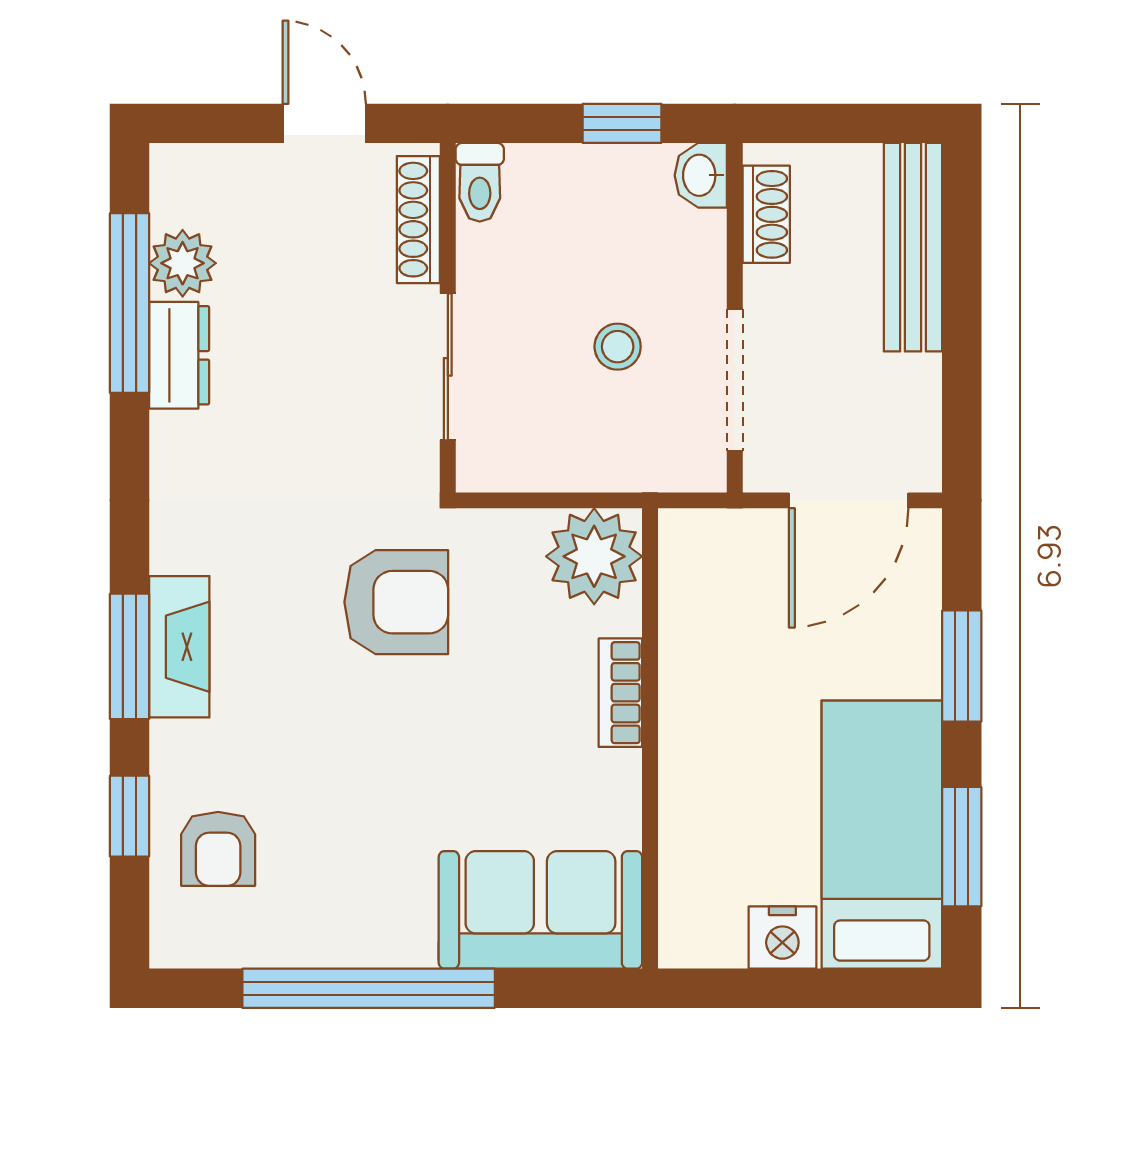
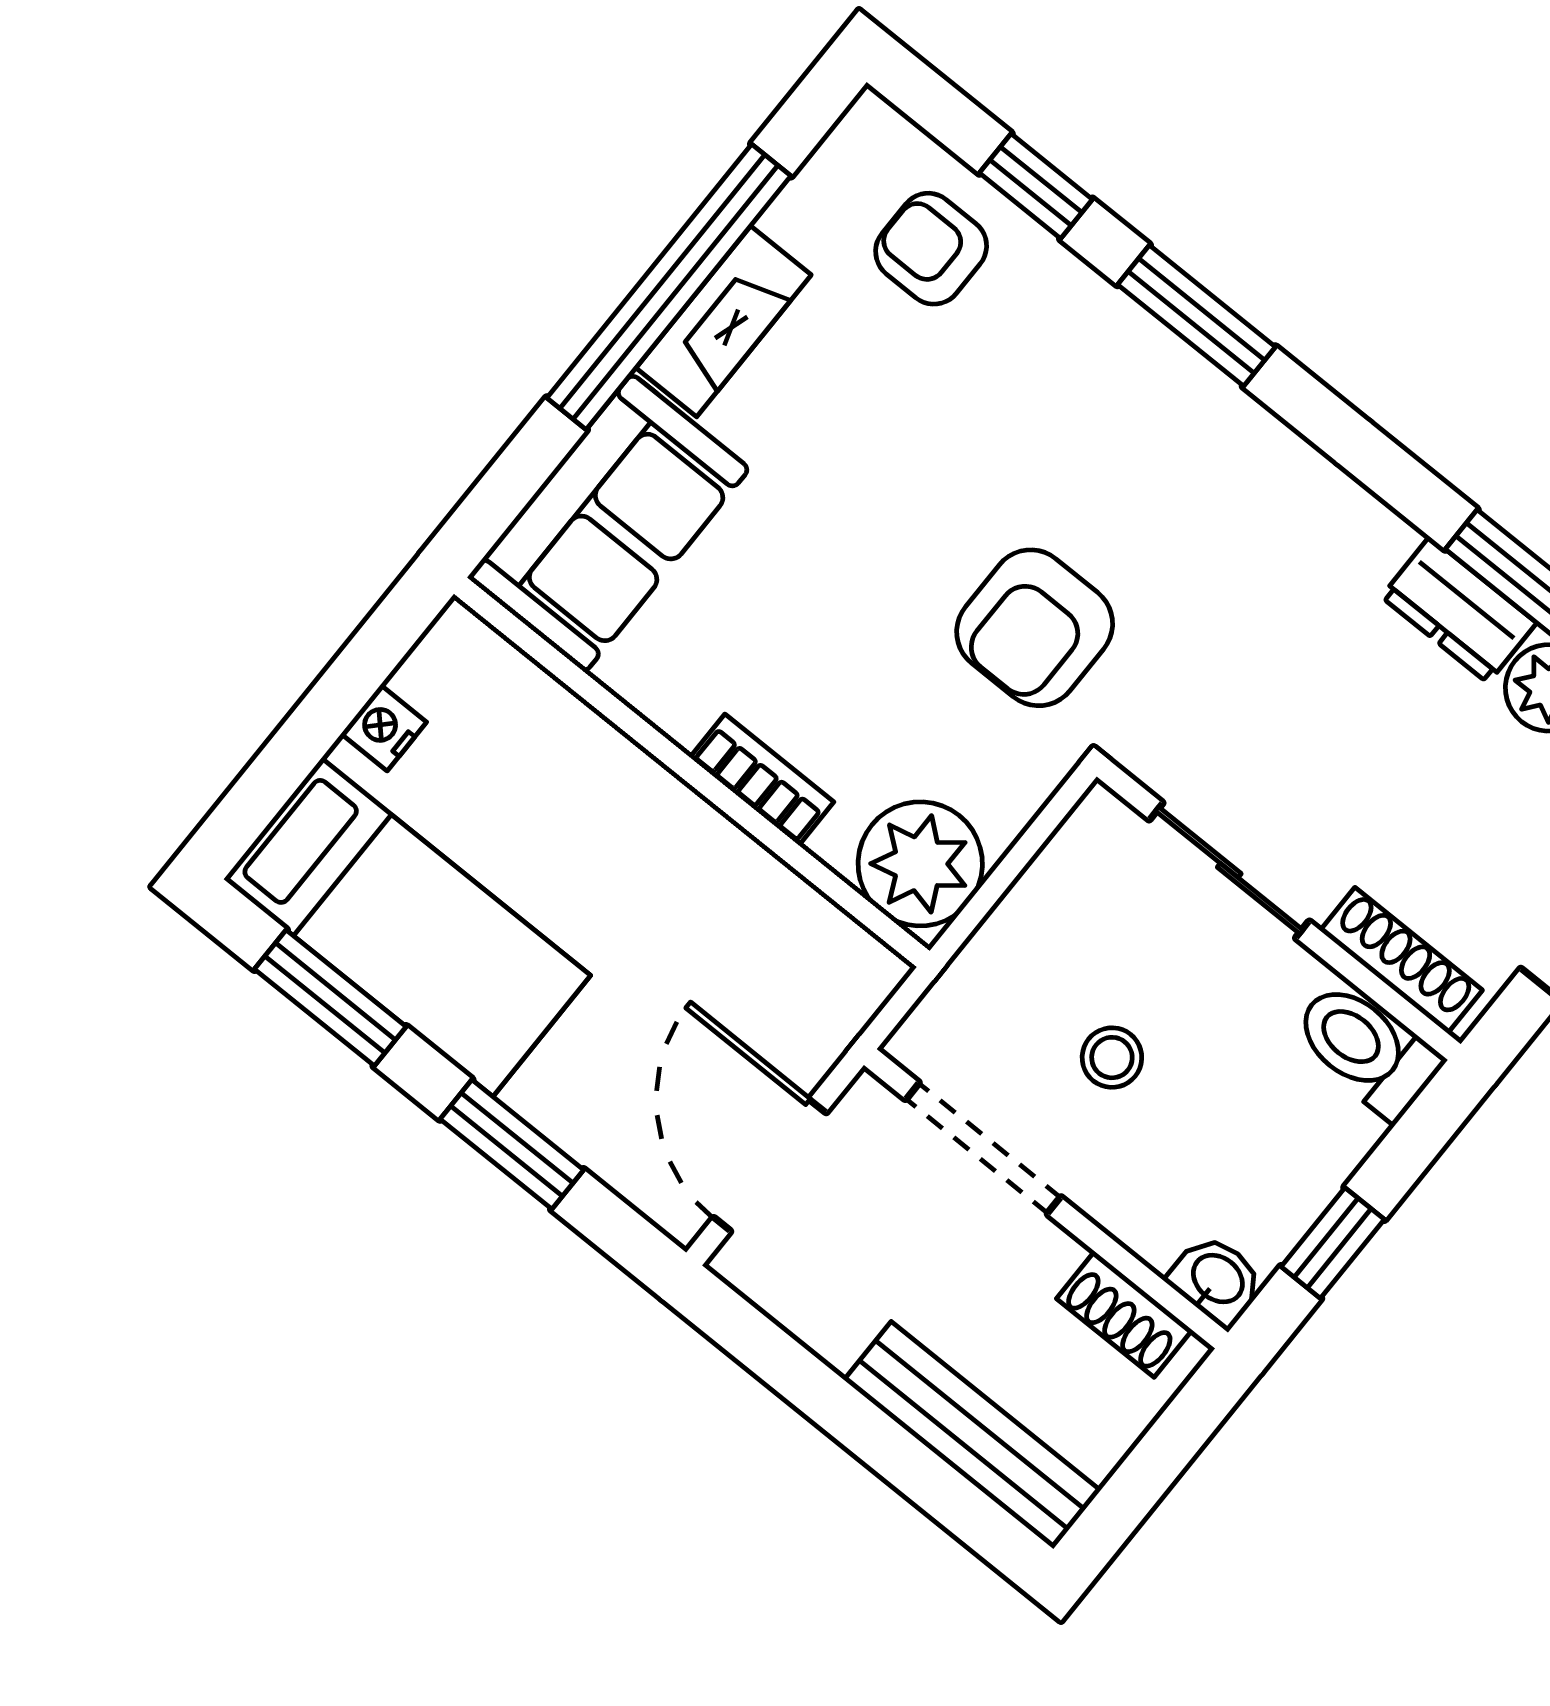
toilet: (480, 182) -> (1366, 1049), width x1.37, depth x1.39
fireplace: (179, 647) -> (724, 321), moved, turned -90
nightstand: (782, 938) -> (384, 728), width x0.72, depth x0.74

